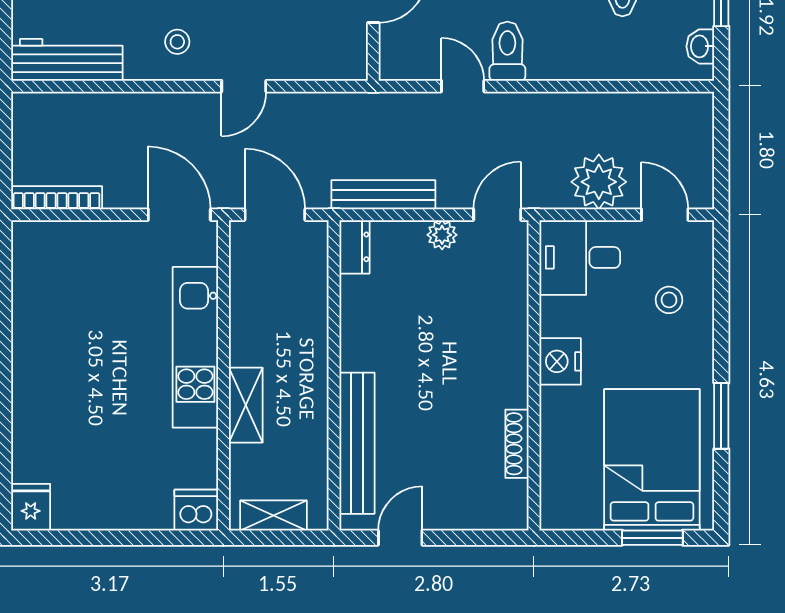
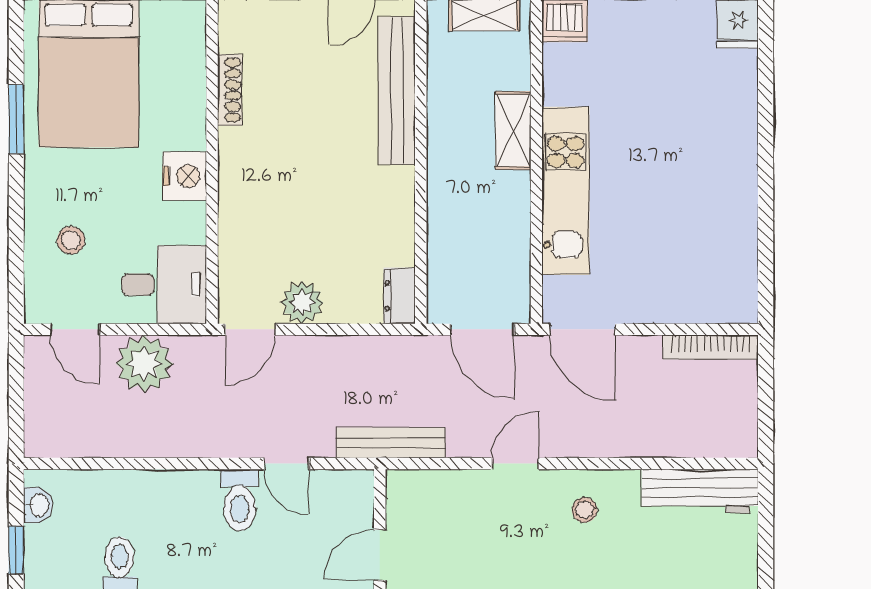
bench: (383, 195) -> (391, 443), moved
plant: (442, 235) -> (302, 303), width x1.38, depth x1.38

